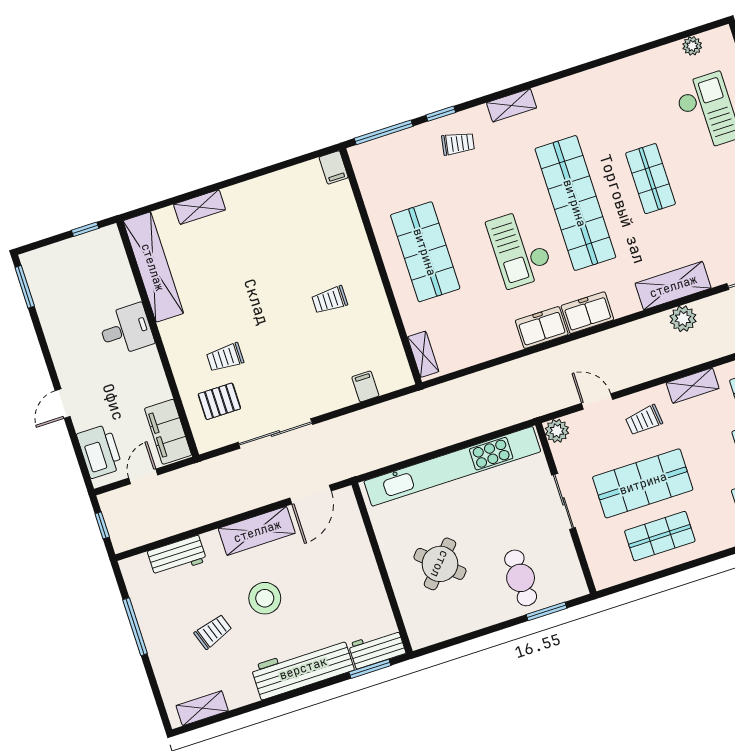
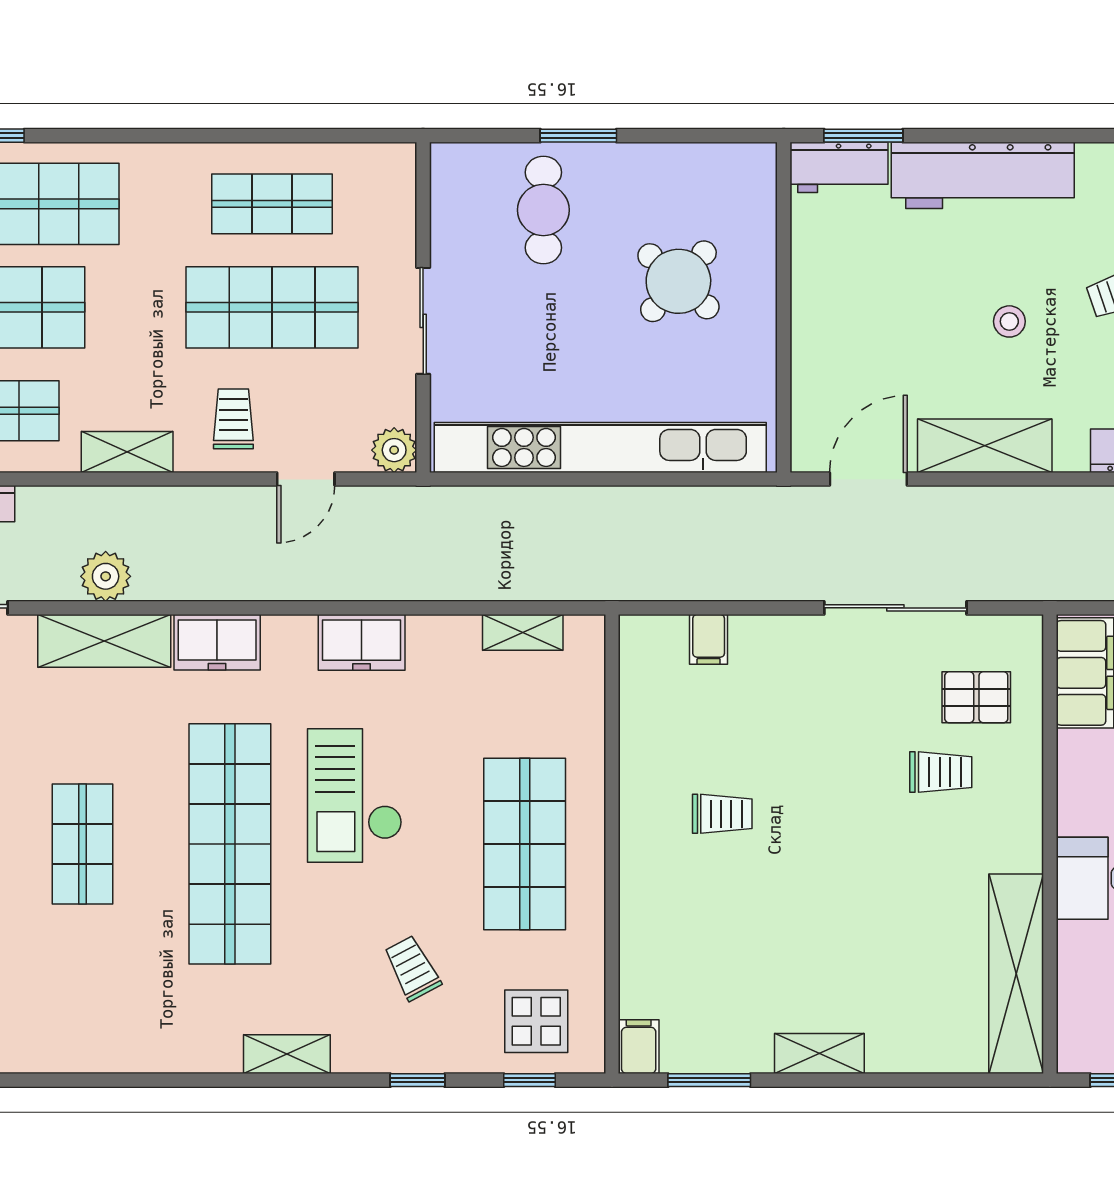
window: (384, 132) -> (529, 1080), width x0.46
trolley: (458, 143) -> (412, 968), moved, turned 52
window: (292, 162) -> (709, 1080), added
display table: (390, 163) -> (536, 1021), added
shelving: (200, 207) -> (819, 1053), moved
checkout: (520, 248) -> (355, 795), turned 180
freezer: (587, 313) -> (217, 642), moved
shelving: (423, 354) -> (523, 632), moved, turned 90
door: (597, 401) -> (306, 479), hinge flipped
trolley: (644, 420) -> (233, 419), turned -84
stool: (265, 598) -> (1009, 321), width x0.53, depth x0.53
window: (546, 611) -> (578, 136), moved

